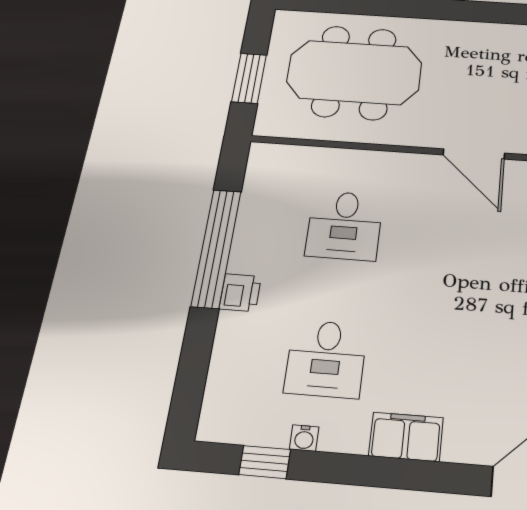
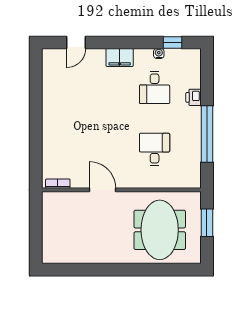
meeting table: (354, 72) -> (160, 230), turned 90
printer: (240, 293) -> (194, 97), moved
desk: (326, 359) -> (155, 87), turned 180

